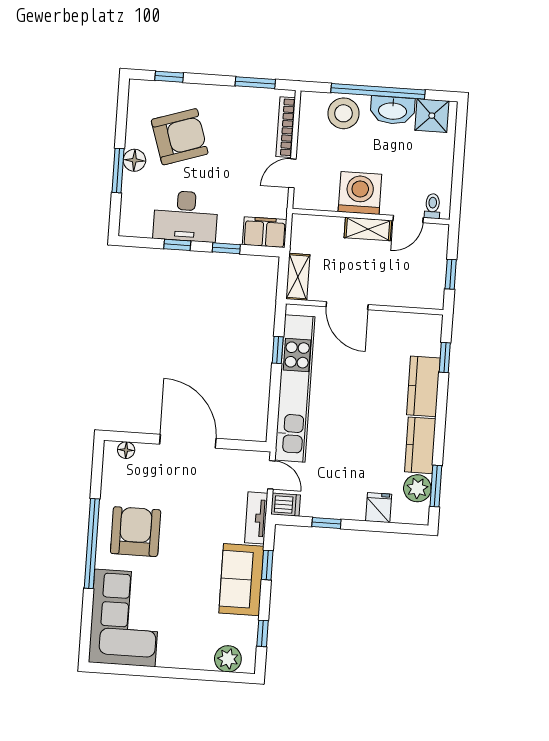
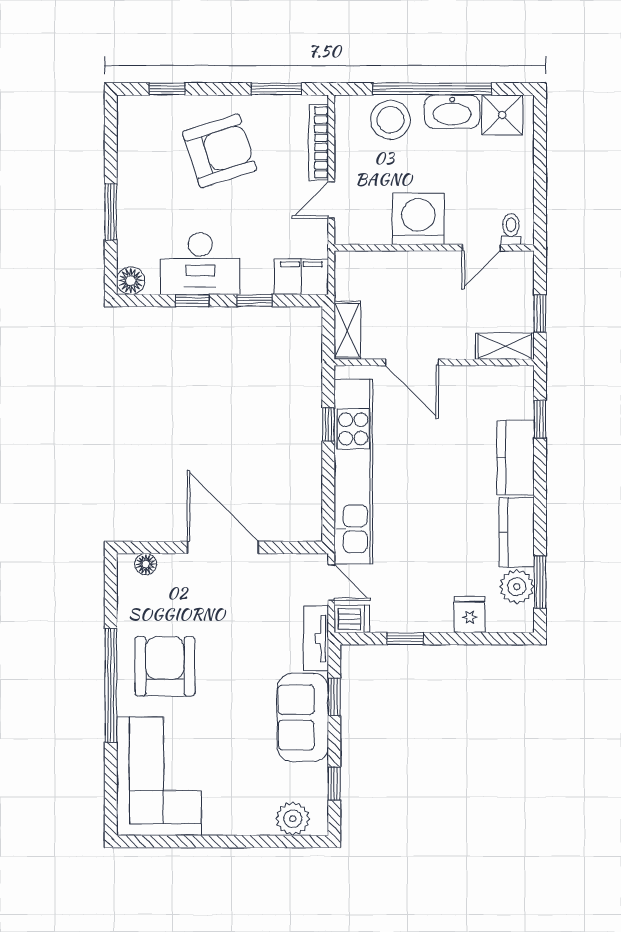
armchair: (180, 137) -> (220, 151), moved
floor lamp: (134, 160) -> (131, 281), moved
shelving: (368, 229) -> (505, 346), moved

